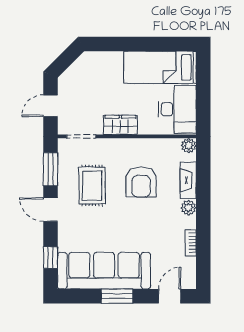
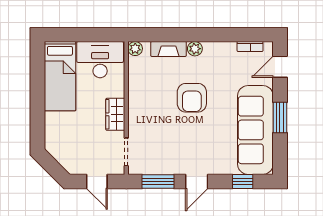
armchair: (141, 182) -> (192, 98), moved, turned 90
rug: (92, 186) -> (174, 141), removed
bookcase: (191, 243) -> (250, 47), moved
door: (170, 296) -> (280, 67), hinge flipped

